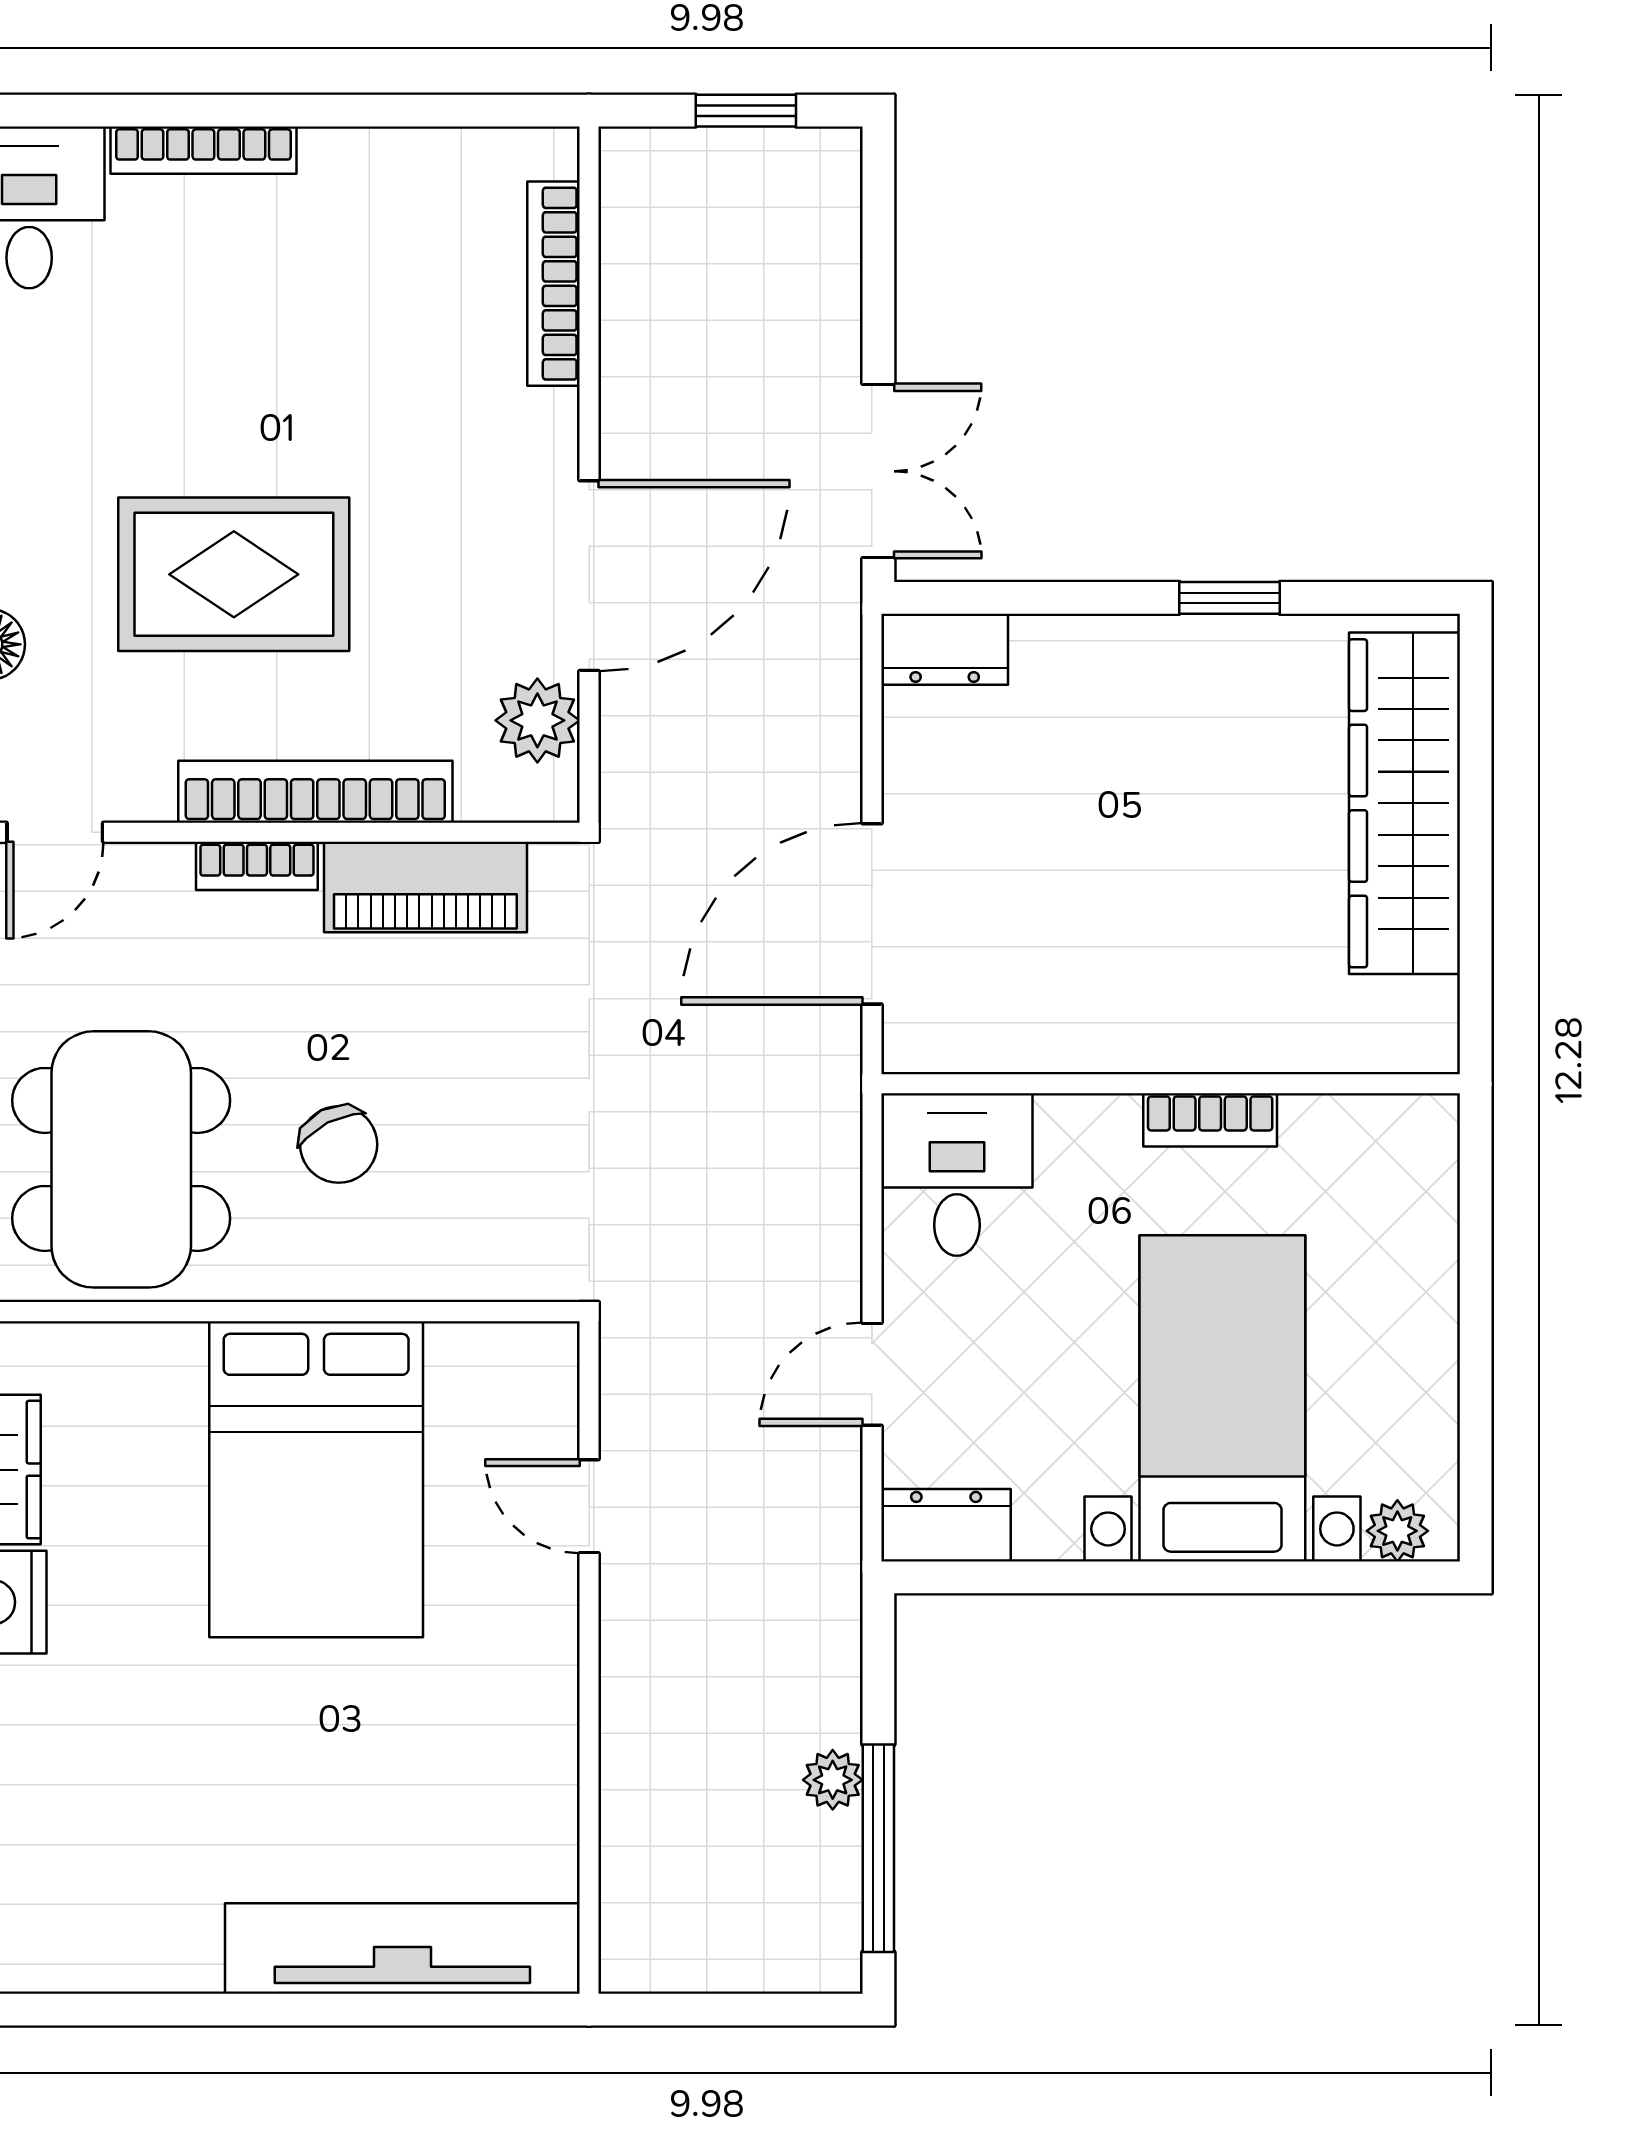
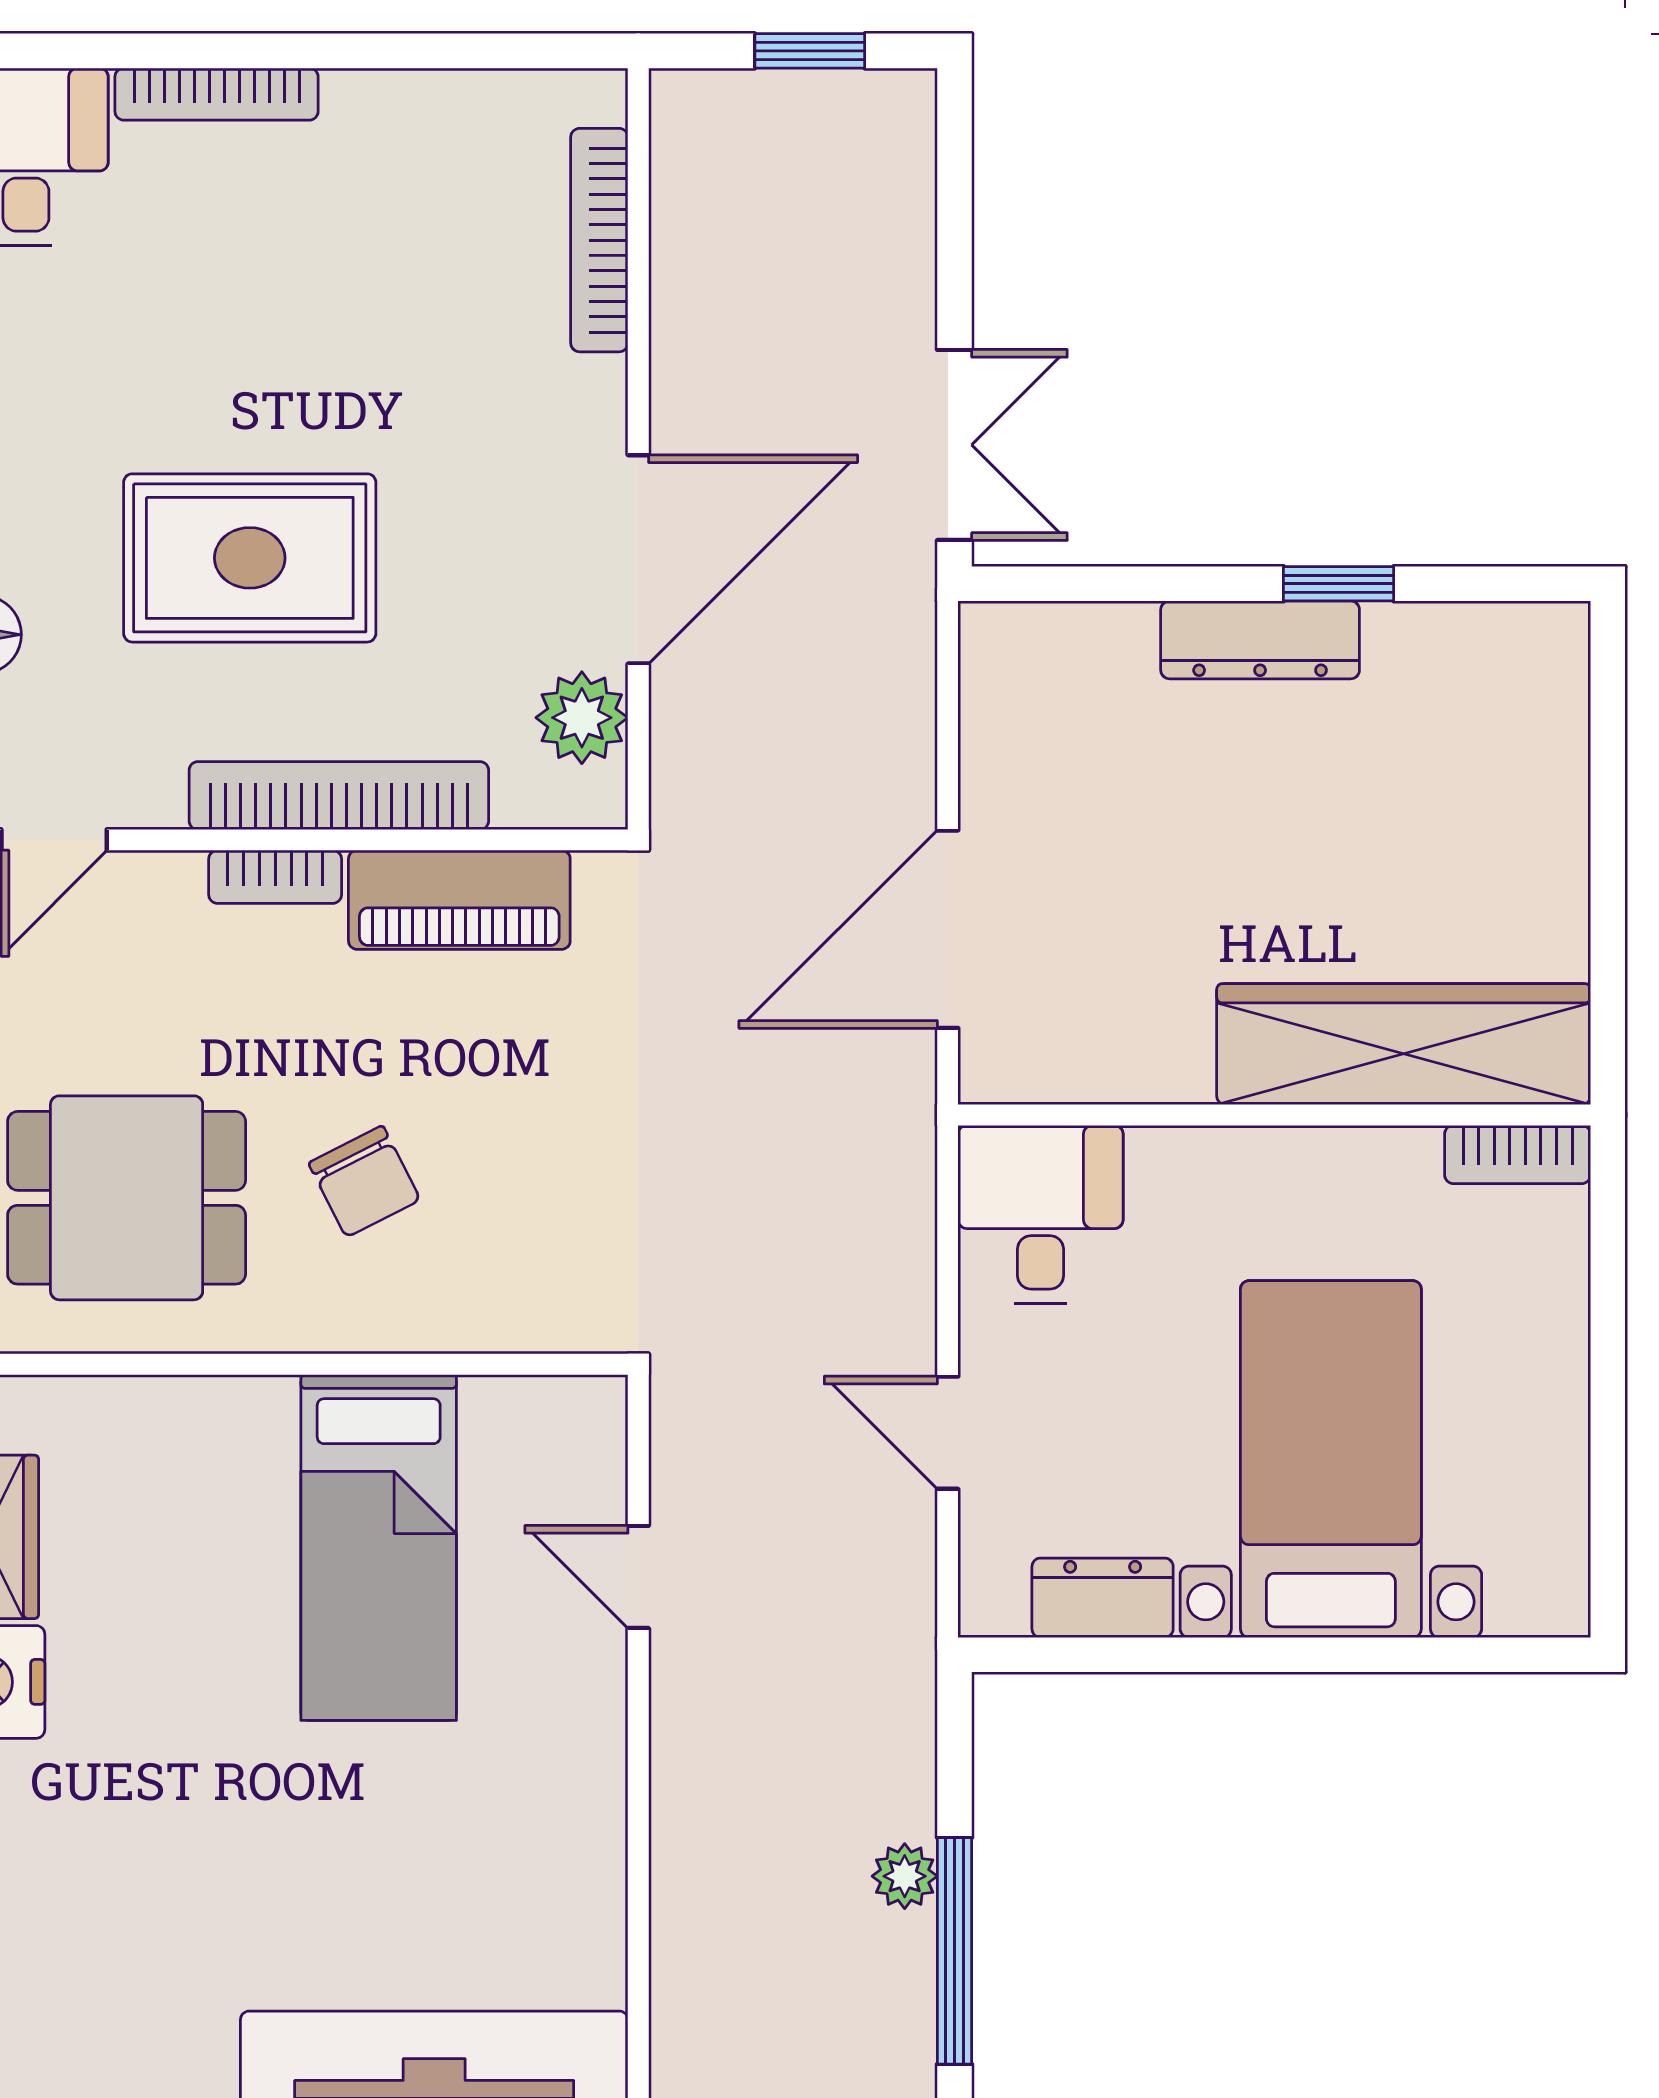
dresser: (945, 649) -> (1260, 640), moved, width x1.44
wardrobe: (1405, 803) -> (1404, 1044), moved, turned 90
bookcase: (1210, 1120) -> (1518, 1154), moved
dining table: (121, 1159) -> (127, 1198), width x0.73
door: (872, 1374) -> (948, 1433), hinge flipped
bed: (316, 1479) -> (379, 1547), width x0.67
dresser: (946, 1525) -> (1103, 1598), moved
plant: (1397, 1531) -> (1522, 1604), removed

